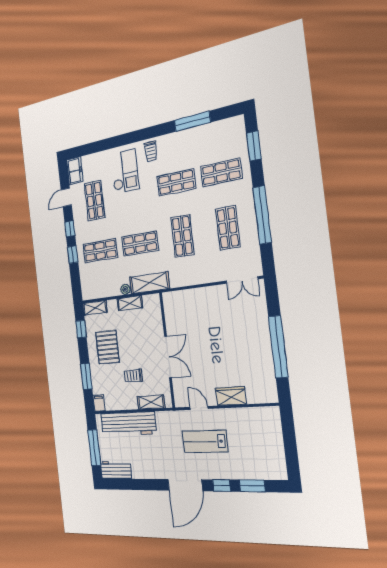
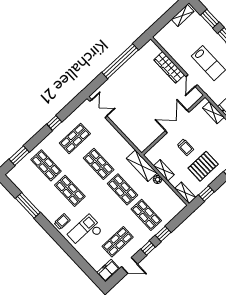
window: (262, 215) -> (54, 123), width x0.32
shop shelf: (182, 236) -> (99, 164), turned 90
trolley: (133, 376) -> (185, 147), moved
wardrobe: (231, 396) -> (169, 67), width x1.50
shelving: (279, 460) -> (183, 15), added

